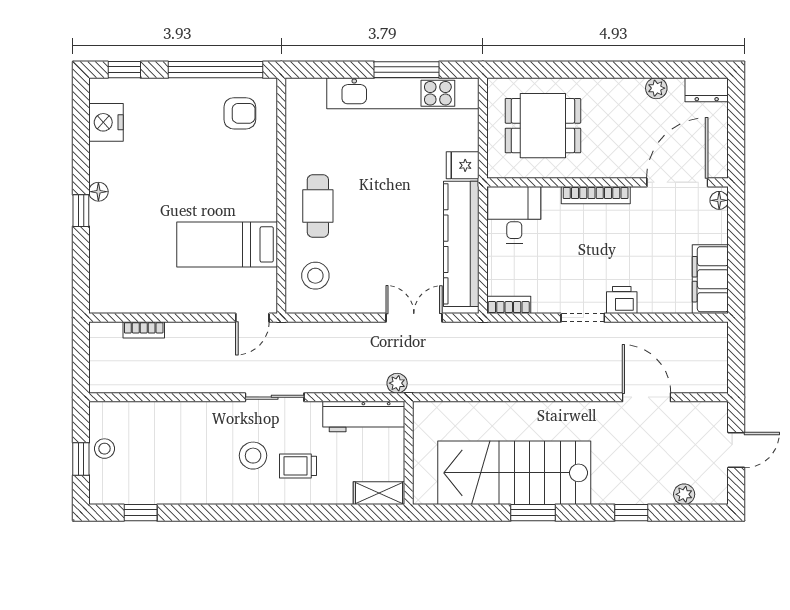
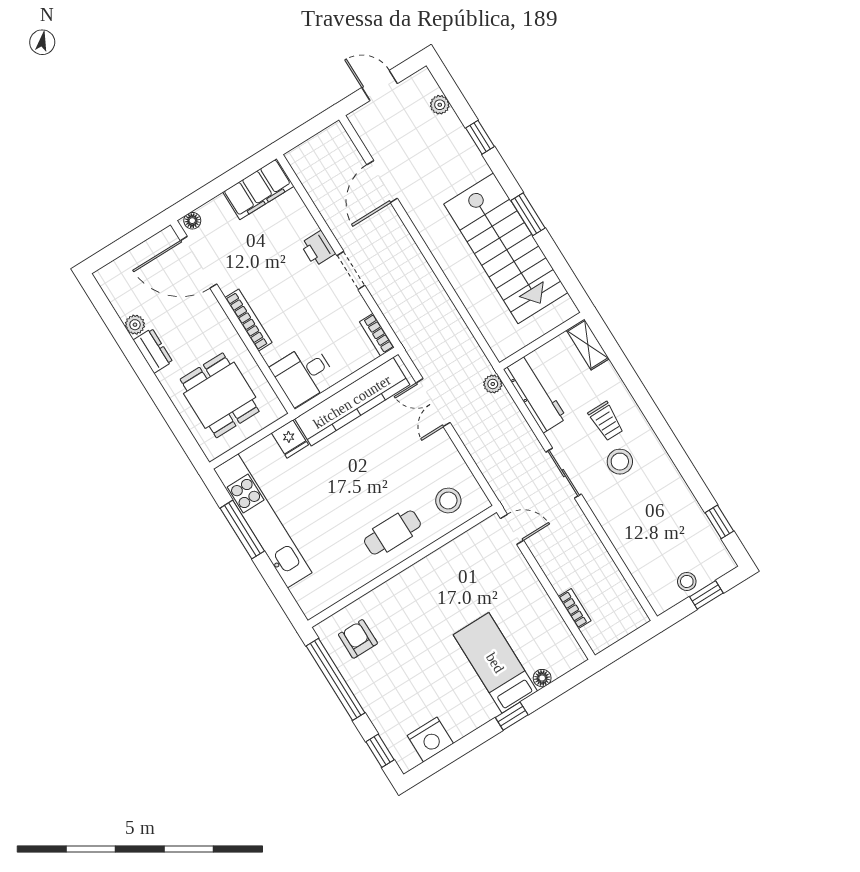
dresser: (707, 90) -> (153, 351), moved
floor lamp: (98, 192) -> (542, 678), moved
bed: (227, 244) -> (495, 663), moved, turned 180

